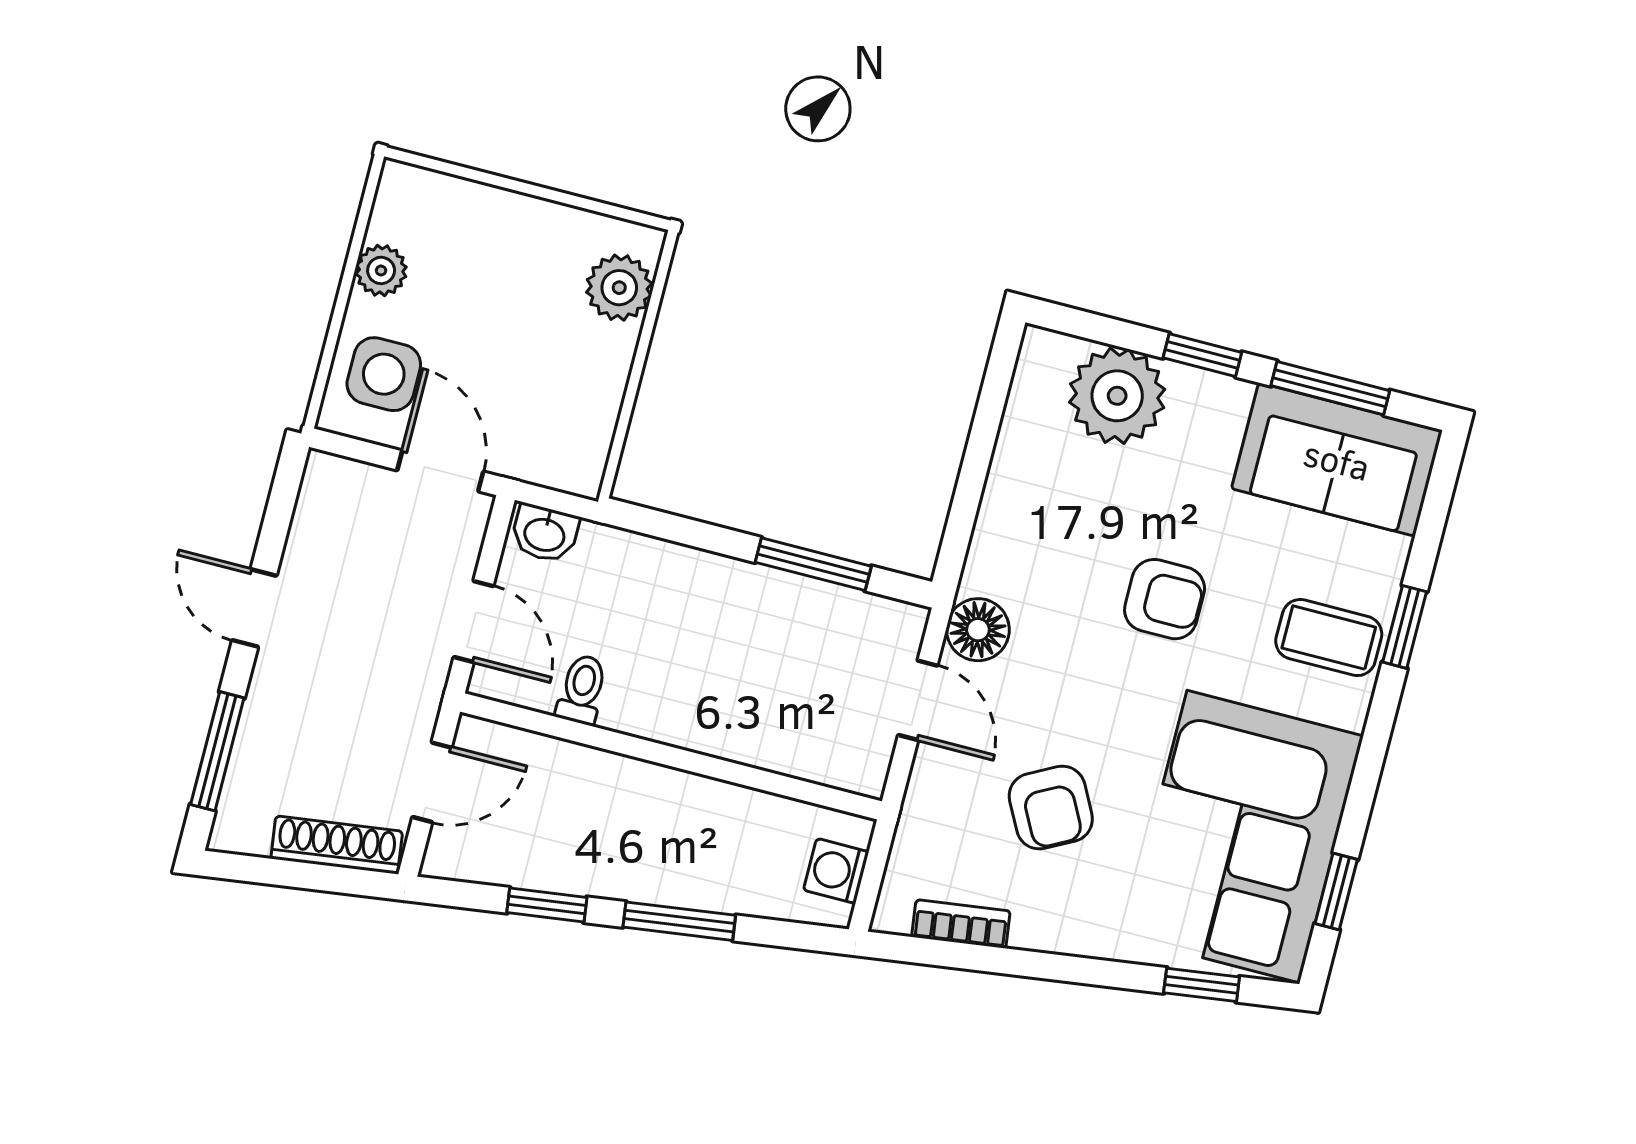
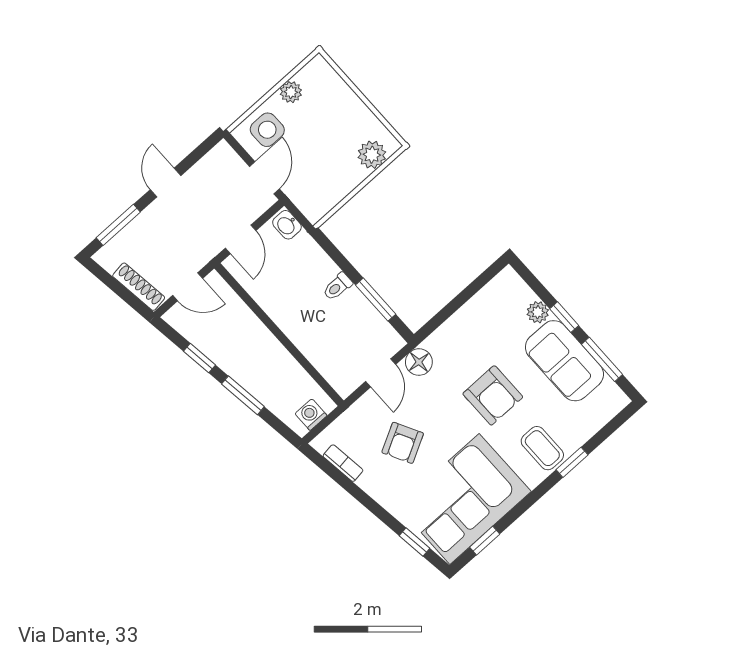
plant: (1117, 396) -> (538, 312), width x0.53, depth x0.53
sofa: (1337, 459) -> (564, 361), moved
armchair: (1165, 599) -> (493, 395), width x1.38, depth x1.38
toilet: (582, 689) -> (338, 287), moved, turned 180

